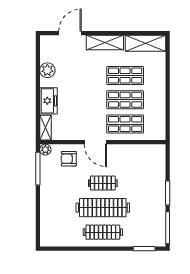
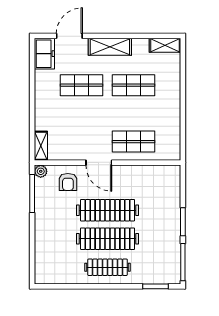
shelving: (146, 43) -> (165, 45), width x0.67, depth x0.75
plant: (47, 70) -> (43, 79), removed
shop shelf: (125, 100) -> (82, 85), moved
freezer: (49, 101) -> (44, 54), moved
armchair: (69, 159) -> (68, 182), turned -90
clothes rail: (103, 183) -> (108, 210), width x1.86, depth x1.31

